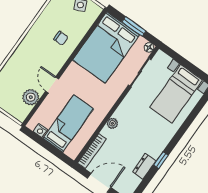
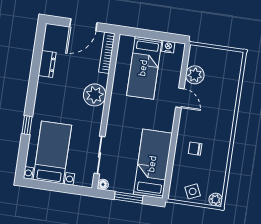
bed: (106, 47) -> (153, 164), width x0.67
plant: (112, 123) -> (95, 95), width x1.88, depth x1.88
window: (161, 160) -> (27, 125), moved

